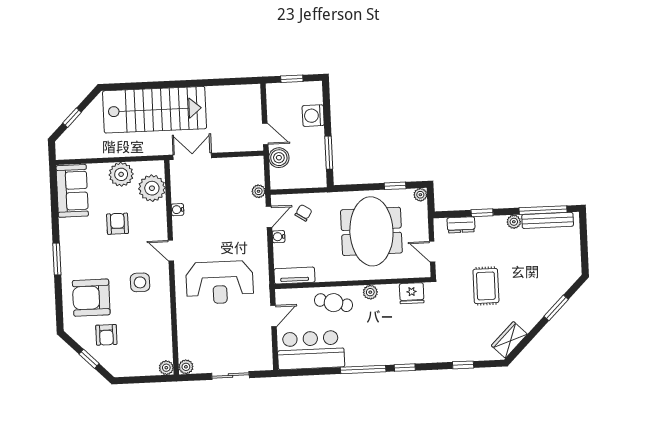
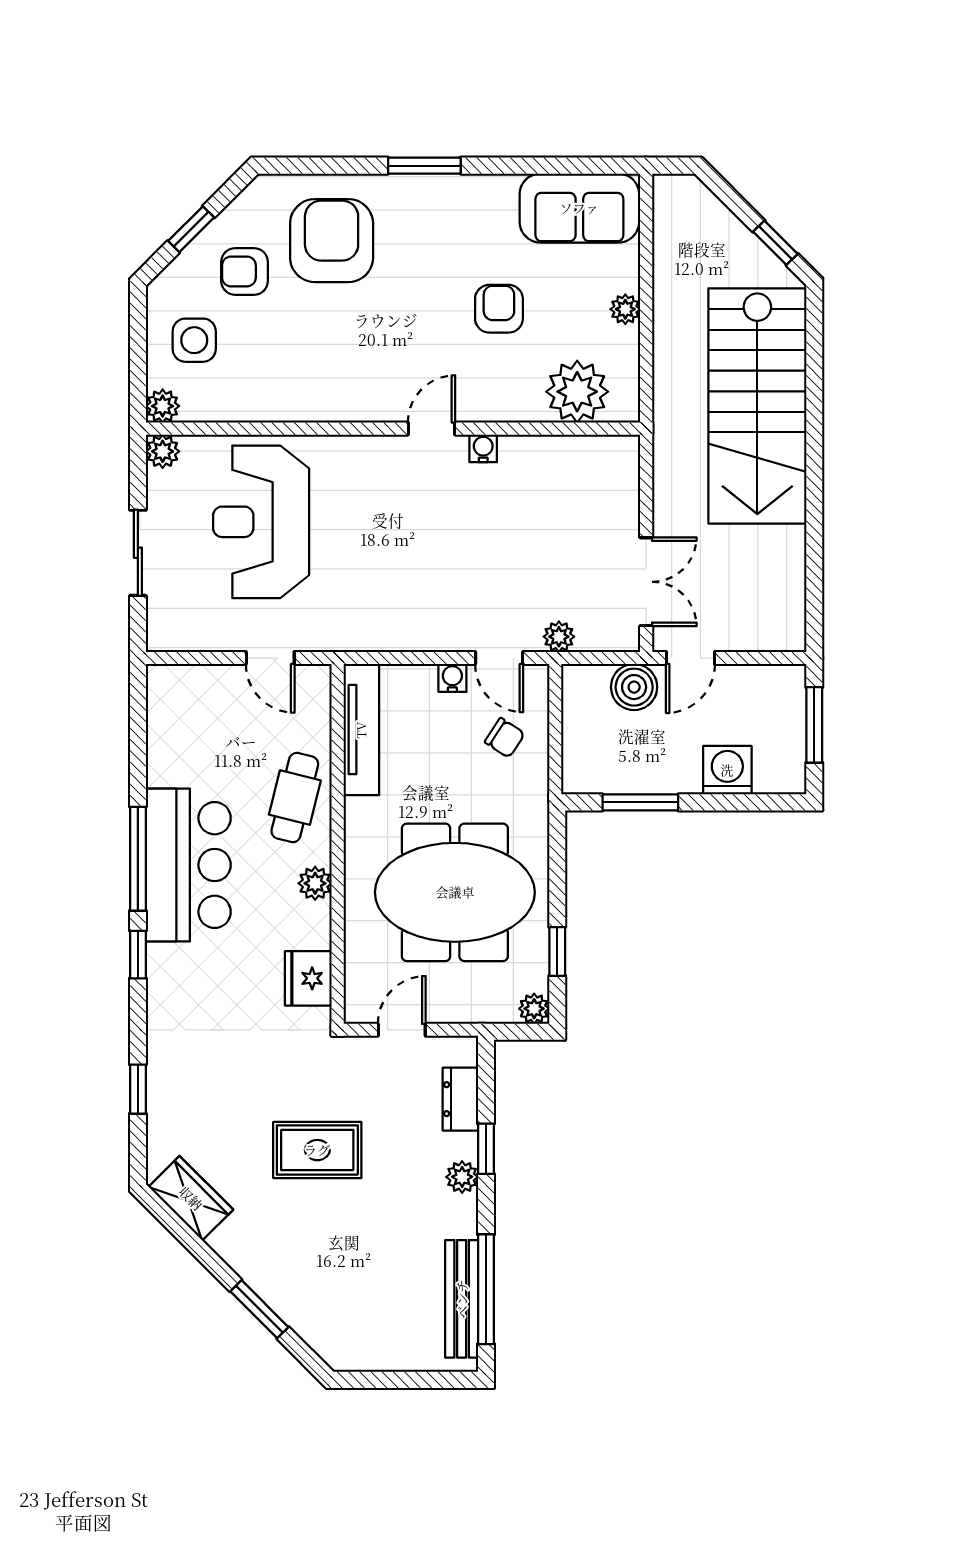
window: (292, 79) -> (814, 725), width x1.50
window: (72, 118) -> (775, 243), moved
double door: (192, 156) -> (646, 582), moved
plant: (121, 174) -> (625, 309), width x0.53, depth x0.53
water cooler: (178, 210) -> (483, 448), moved
plant: (514, 222) -> (462, 1177), moved
armchair: (117, 224) -> (499, 309), turned -90
tv unit: (294, 275) -> (361, 730), width x1.41
side table: (140, 282) -> (194, 340), moved
reception desk: (220, 282) -> (261, 522), moved
bar counter: (311, 350) -> (188, 865), moved

